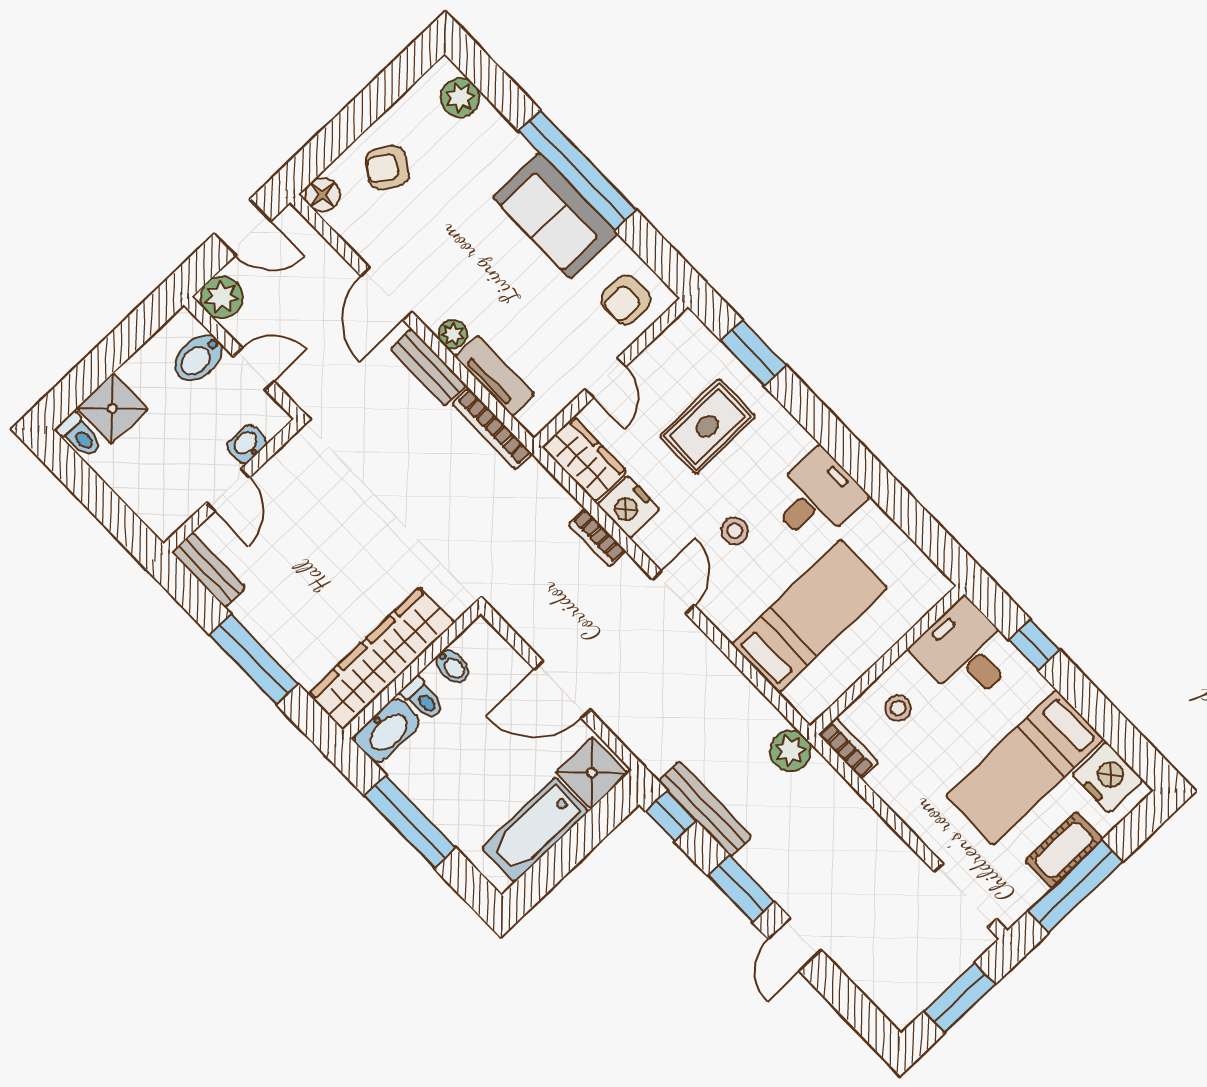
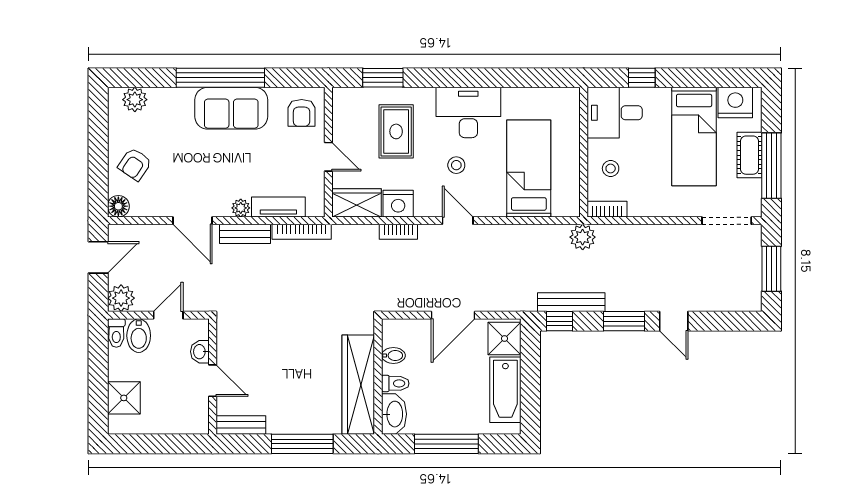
toilet: (80, 436) -> (116, 333), moved, turned 90
desk: (817, 497) -> (468, 112), width x1.37

